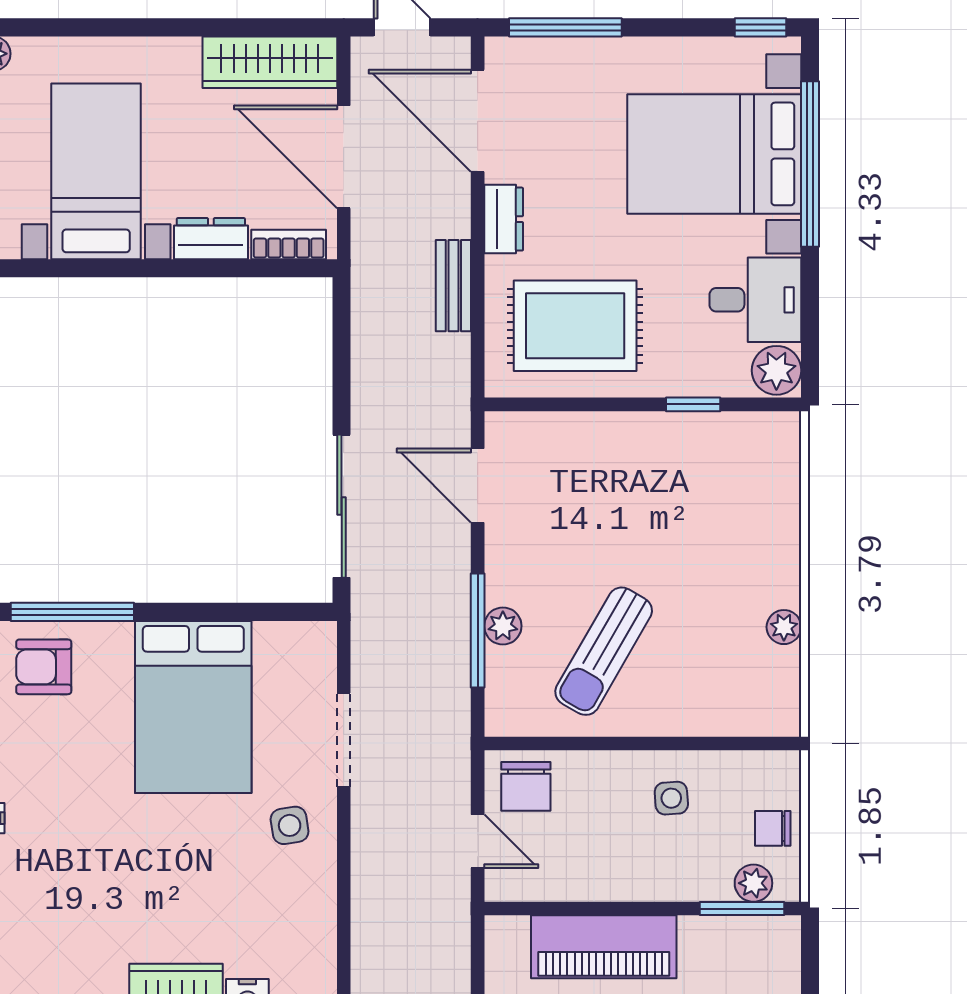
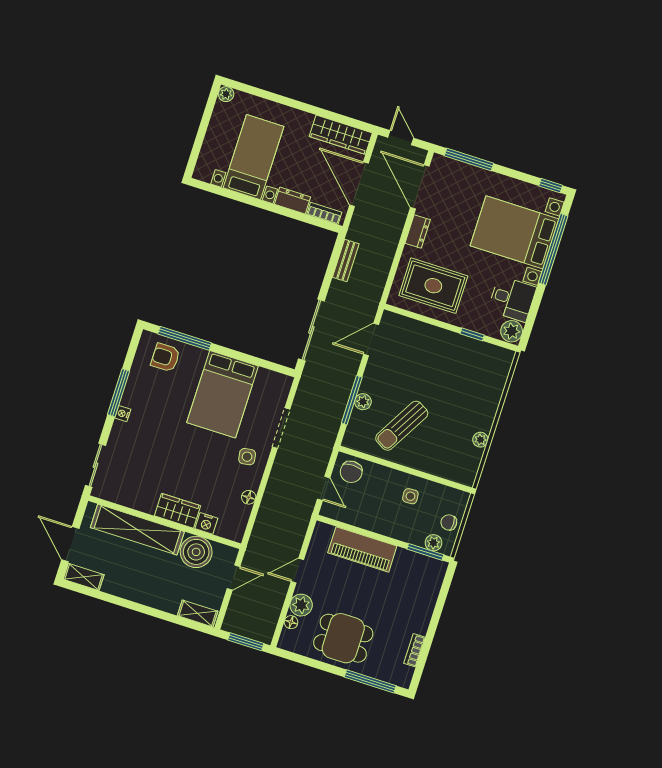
bench: (453, 286) -> (346, 261), moved
door: (478, 486) -> (371, 340), hinge flipped
floor lamp: (321, 913) -> (249, 497), added

